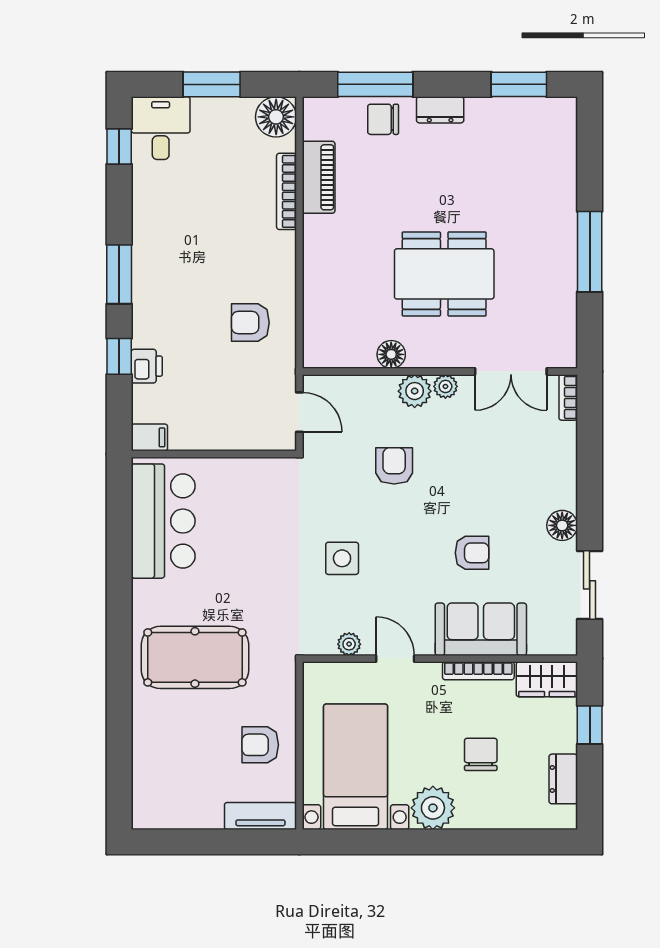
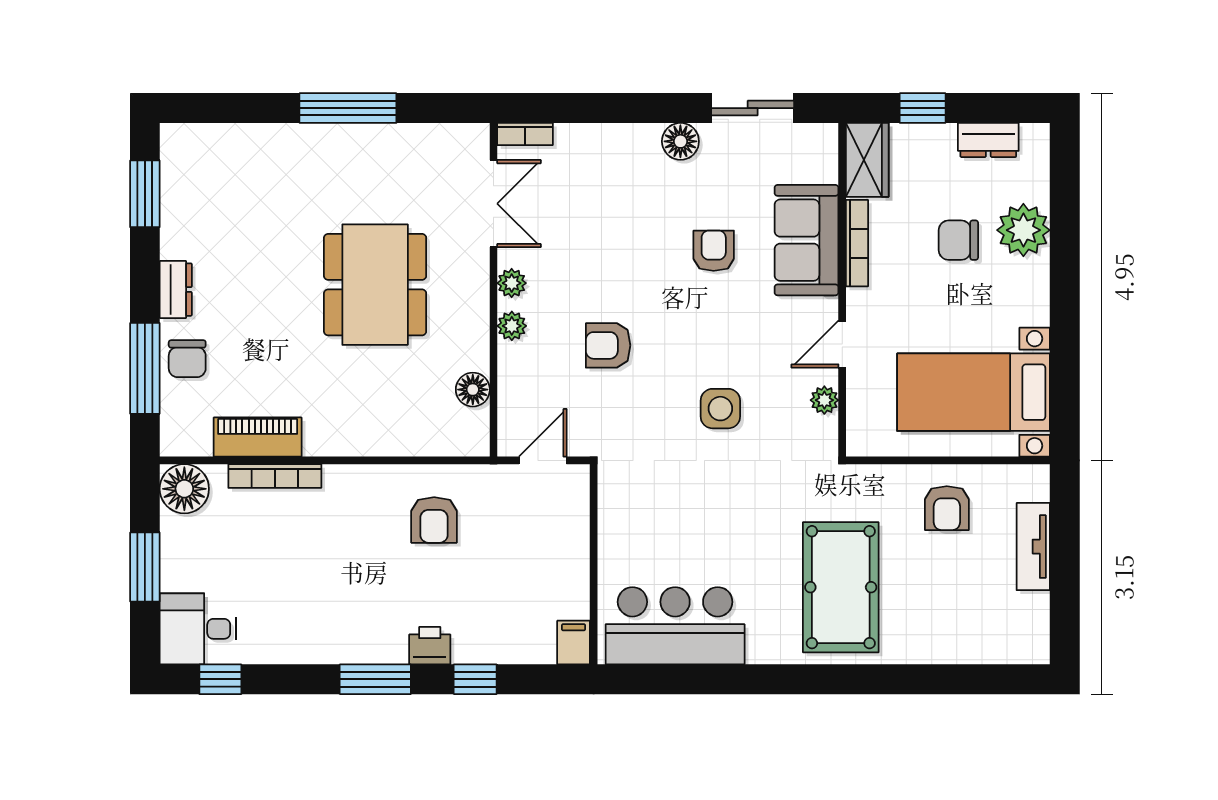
floor lamp: (391, 354) -> (473, 390), moved
printer: (147, 366) -> (430, 646), moved
plant: (415, 391) -> (512, 326), width x0.73, depth x0.73
plant: (433, 808) -> (1023, 230), moved
tv unit: (260, 816) -> (1033, 547), moved

